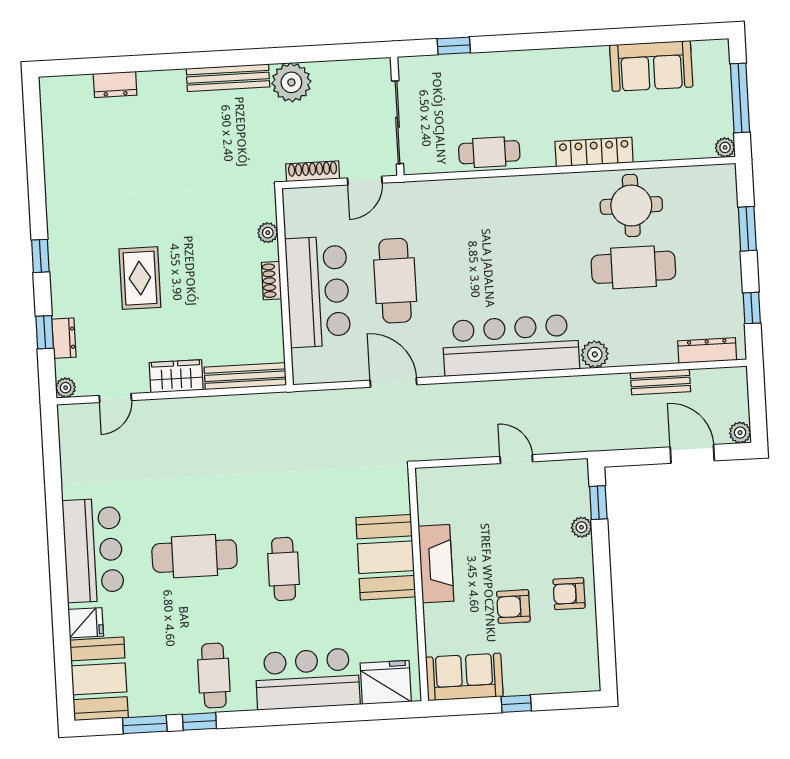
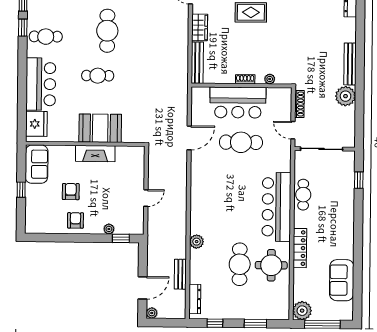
plant: (725, 147) -> (302, 311), width x1.88, depth x1.88
bar counter: (511, 345) -> (276, 207), moved, turned 180

